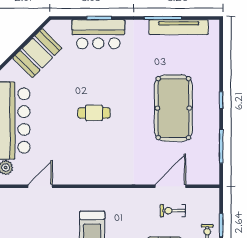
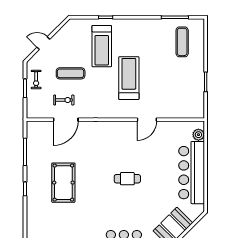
pool table: (173, 108) -> (63, 183), width x0.73, depth x0.76
door: (40, 186) -> (147, 120), moved

